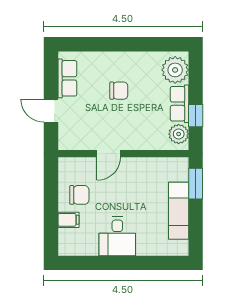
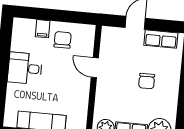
chair: (79, 195) -> (63, 40), turned 180

